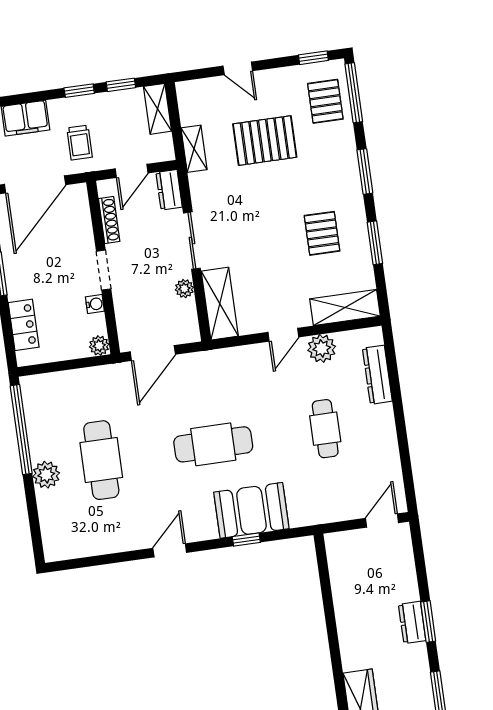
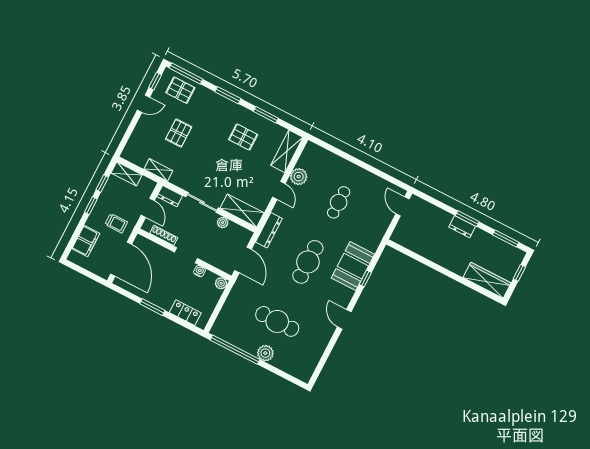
door: (238, 68) -> (144, 104), moved
pallet: (265, 141) -> (179, 133), width x0.67, depth x0.71
dresser: (377, 375) -> (269, 230), moved, turned -90
cafe table: (325, 429) -> (339, 202), turned 90

